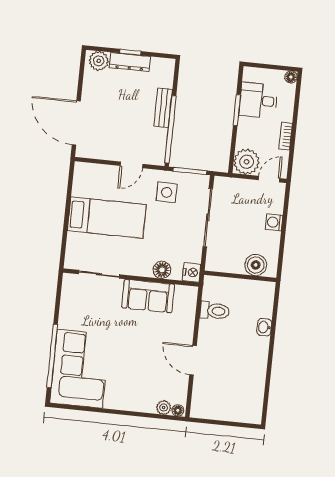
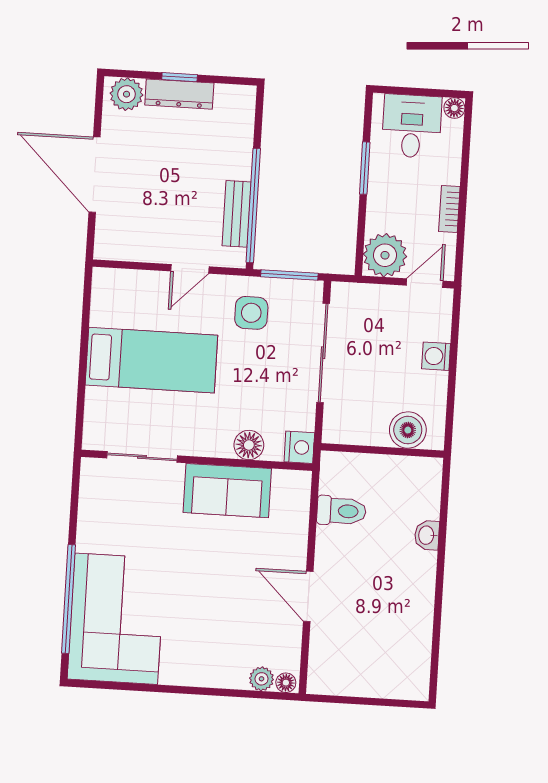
desk: (258, 100) -> (412, 126), moved, turned 90
bench: (163, 108) -> (237, 214), moved
door: (76, 123) -> (94, 175), moved

